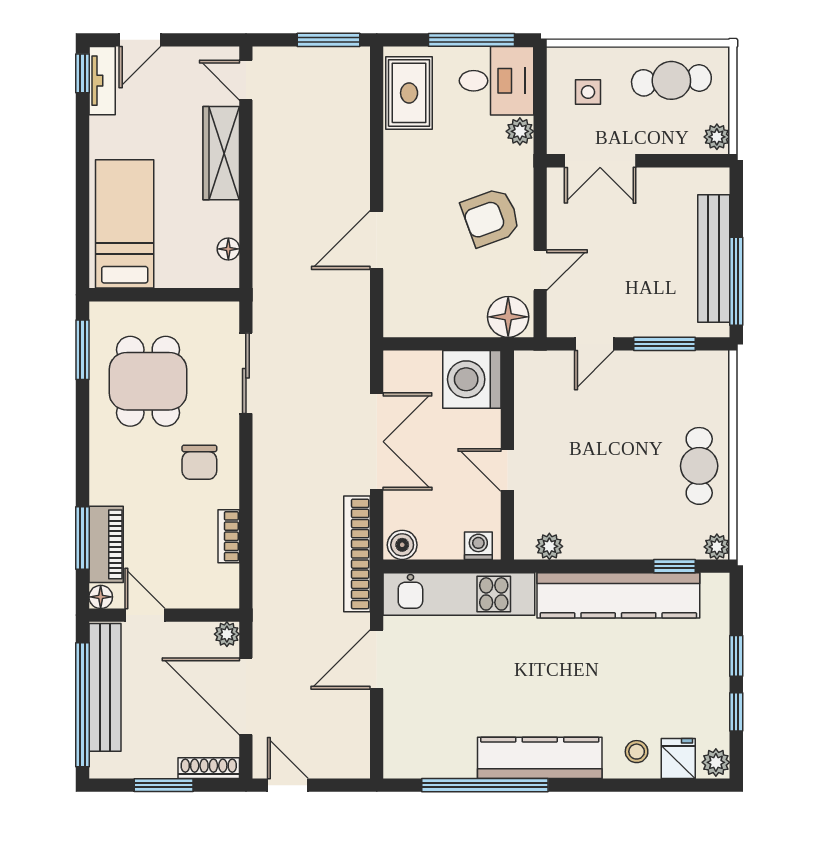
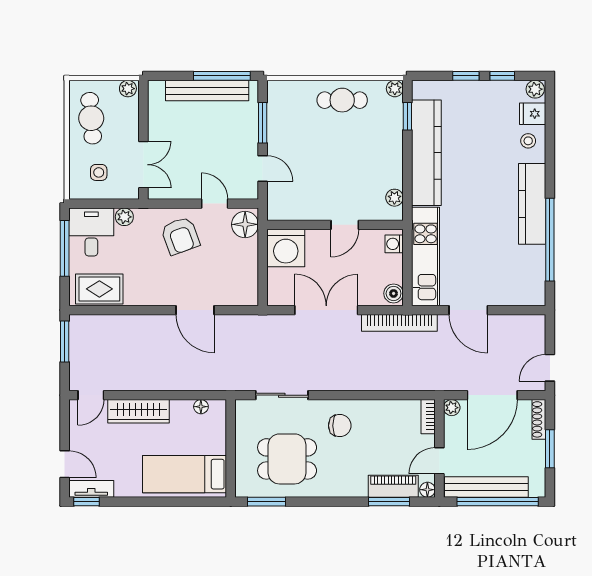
bookcase: (229, 536) -> (428, 417), moved, turned 90

